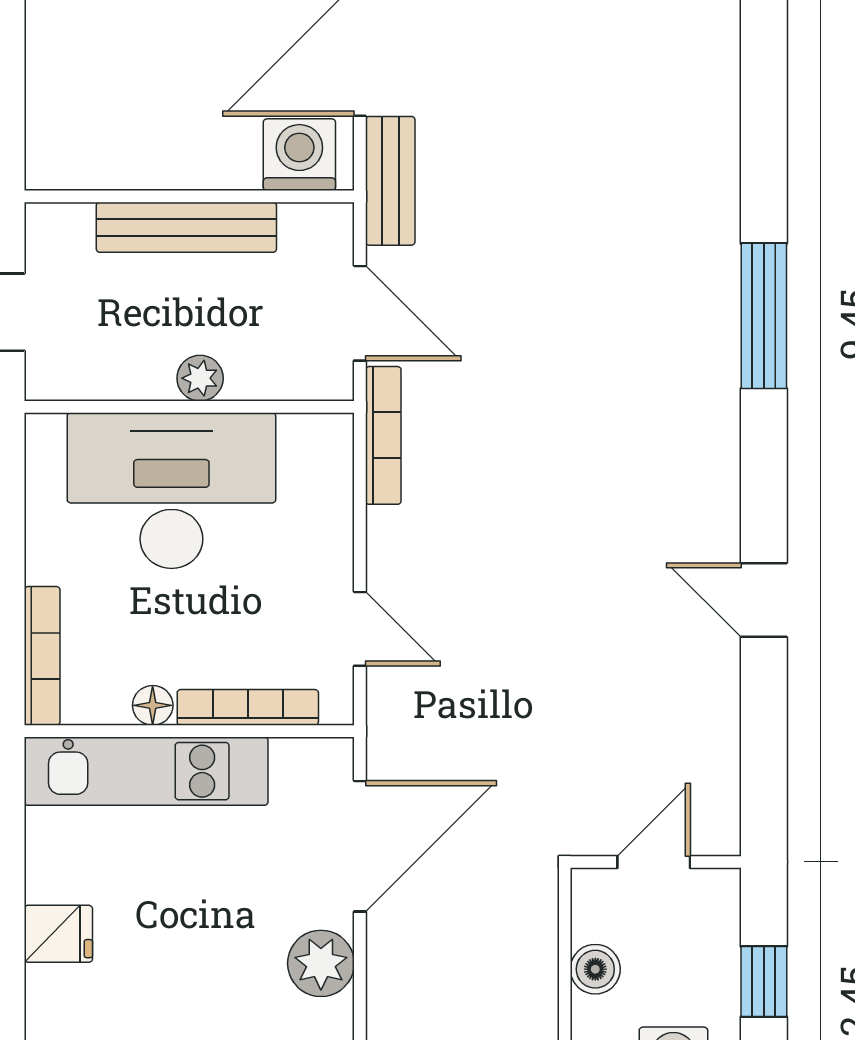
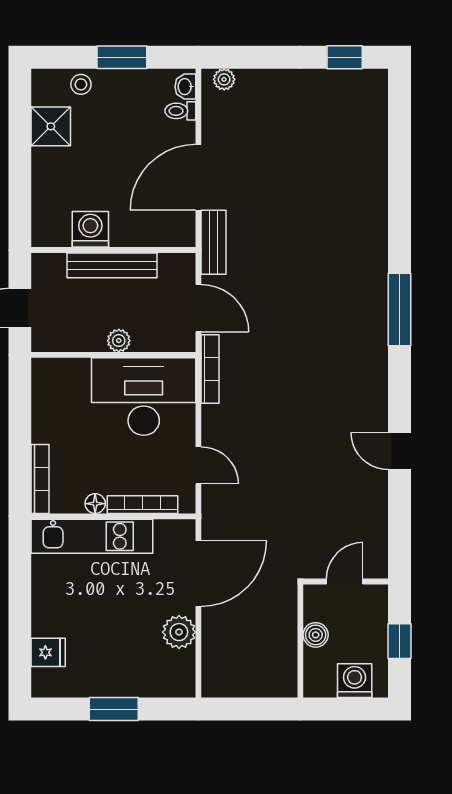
washing machine: (299, 155) -> (90, 229), moved
desk: (171, 491) -> (144, 397), moved
fridge: (58, 934) -> (48, 652), moved

